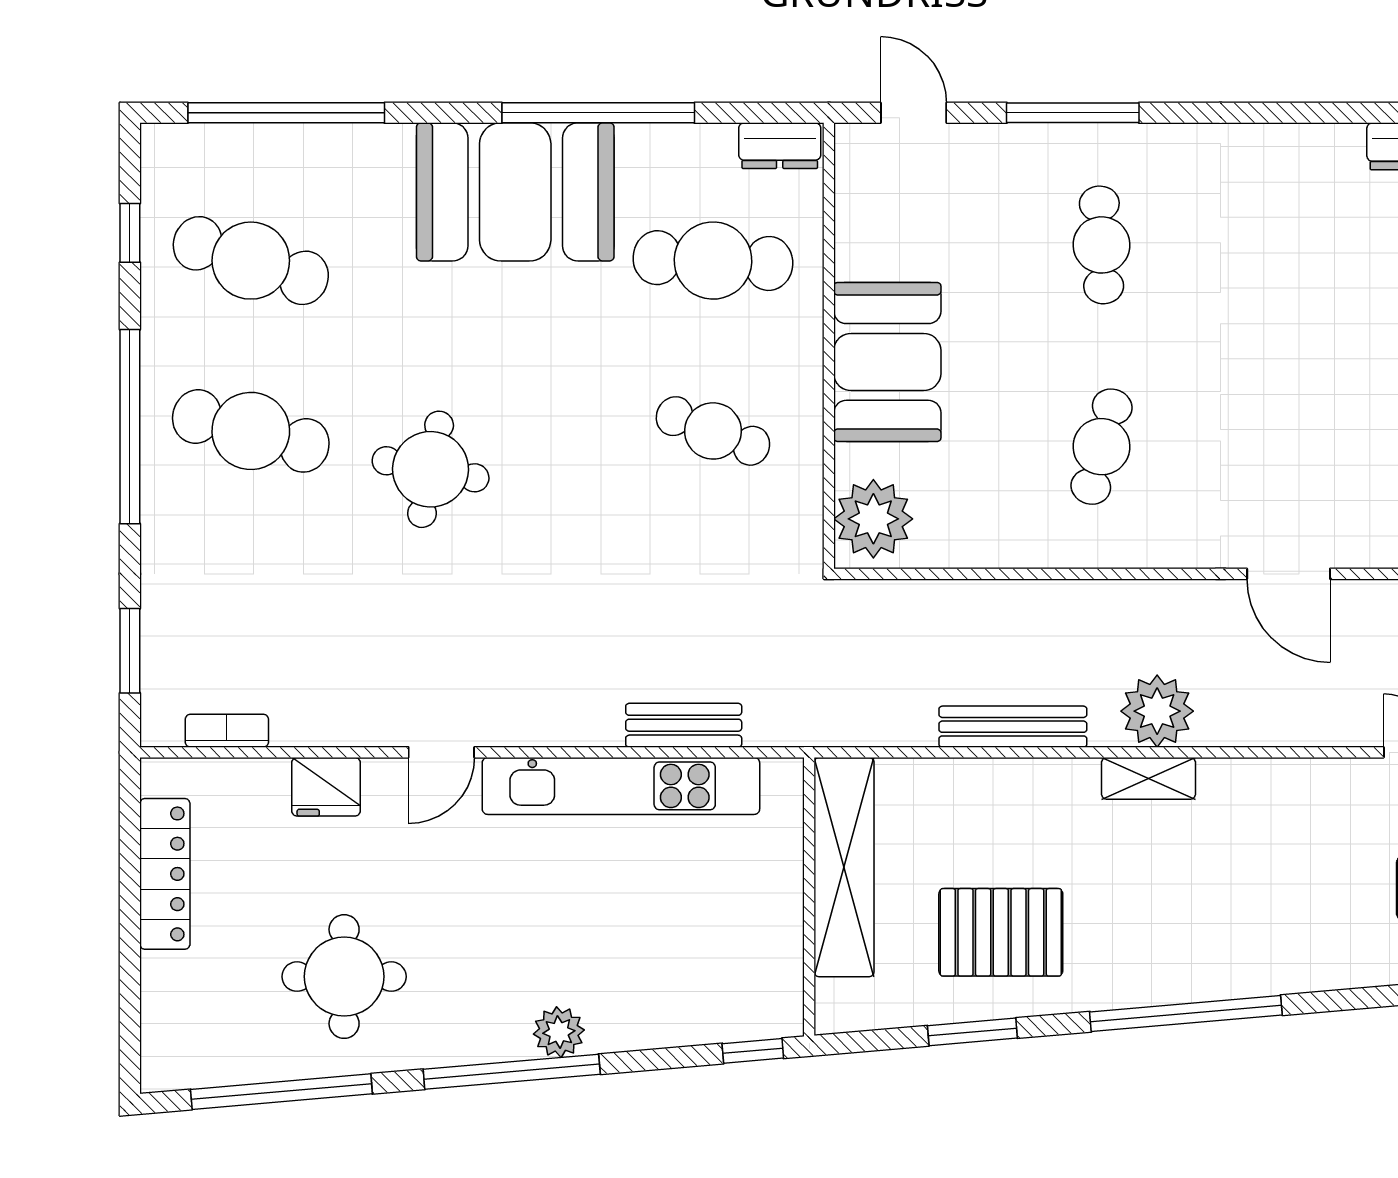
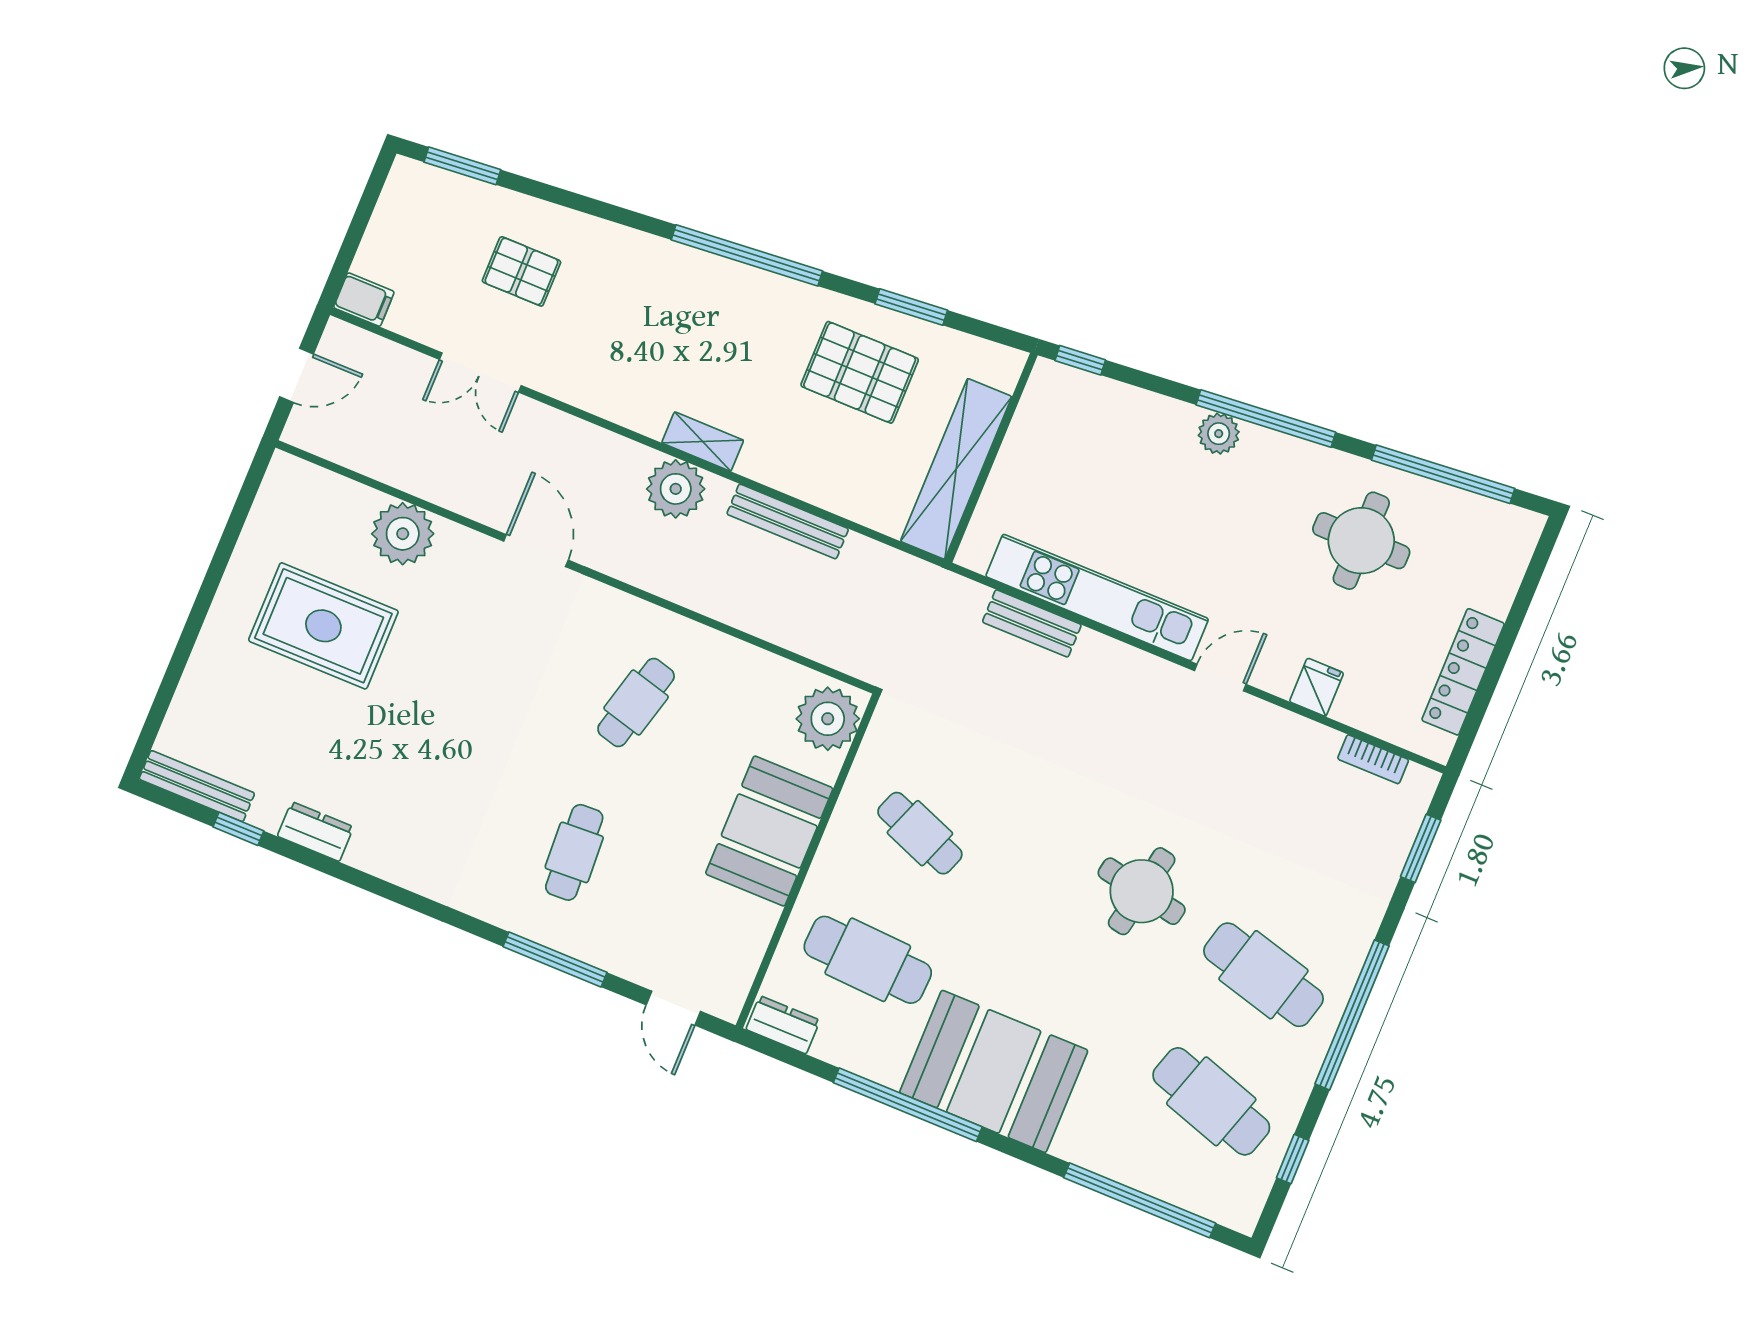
fridge: (326, 787) -> (1317, 687), width x0.72

